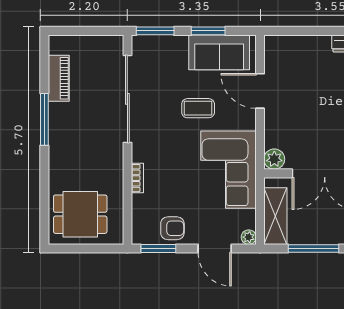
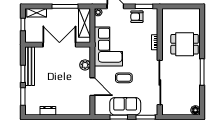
floor lamp: (57, 44) -> (195, 110), added
sofa: (219, 52) -> (125, 106), moved
piano: (59, 78) -> (195, 93), removed
plant: (274, 159) -> (85, 65), moved
dining table: (80, 214) -> (185, 44), moved

